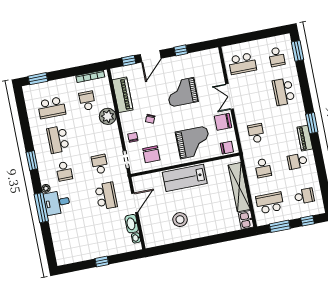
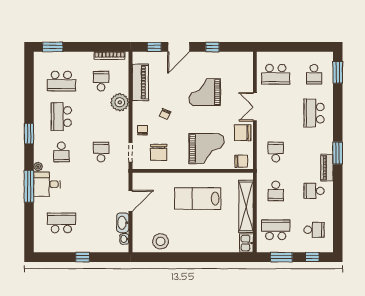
lab bench: (185, 178) -> (198, 199), moved
school desk: (106, 196) -> (61, 223), moved, turned -90
stool: (180, 220) -> (161, 241), moved

